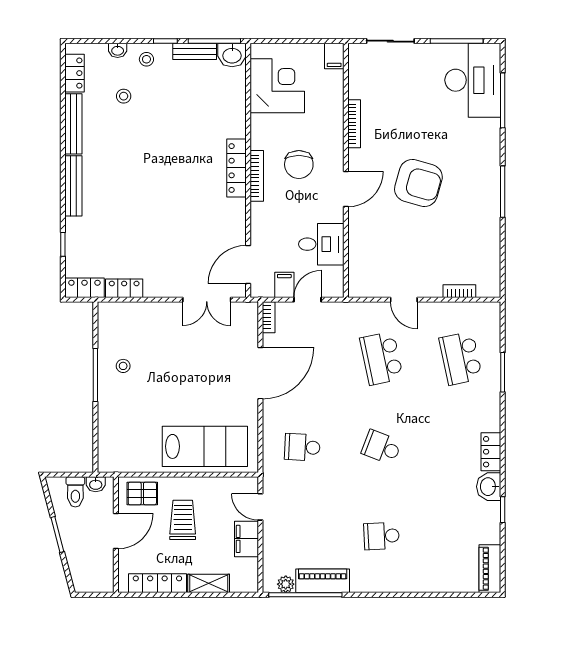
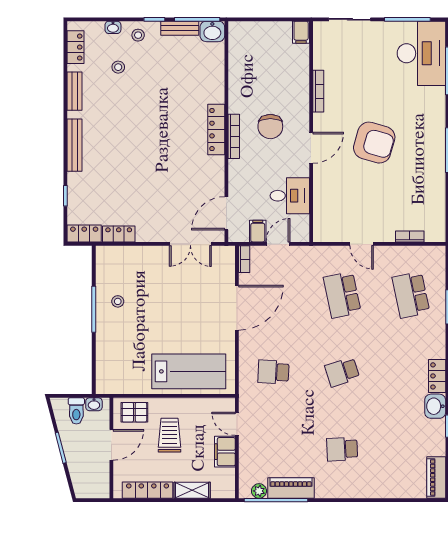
corner desk: (277, 86) -> (252, 58), removed
bench: (73, 124) -> (75, 91), width x0.73
school desk: (381, 447) -> (342, 372), turned -39

